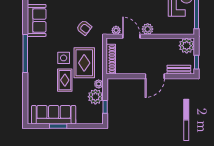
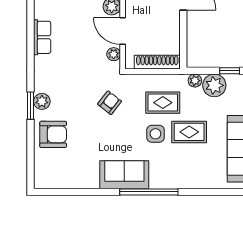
sofa: (37, 20) -> (124, 175), moved
door: (131, 36) -> (123, 31), hinge flipped
rug: (84, 63) -> (163, 103), width x0.73, depth x0.70

